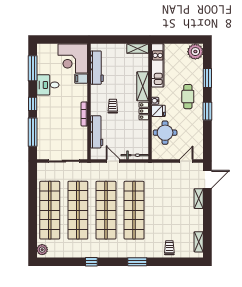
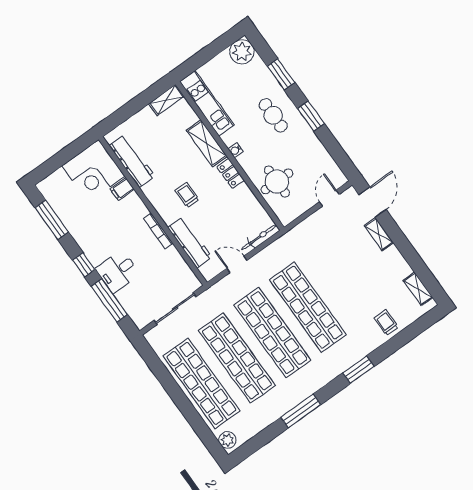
desk: (48, 85) -> (118, 271), moved
fridge: (158, 111) -> (249, 160), removed
window: (91, 262) -> (301, 411), width x2.17

